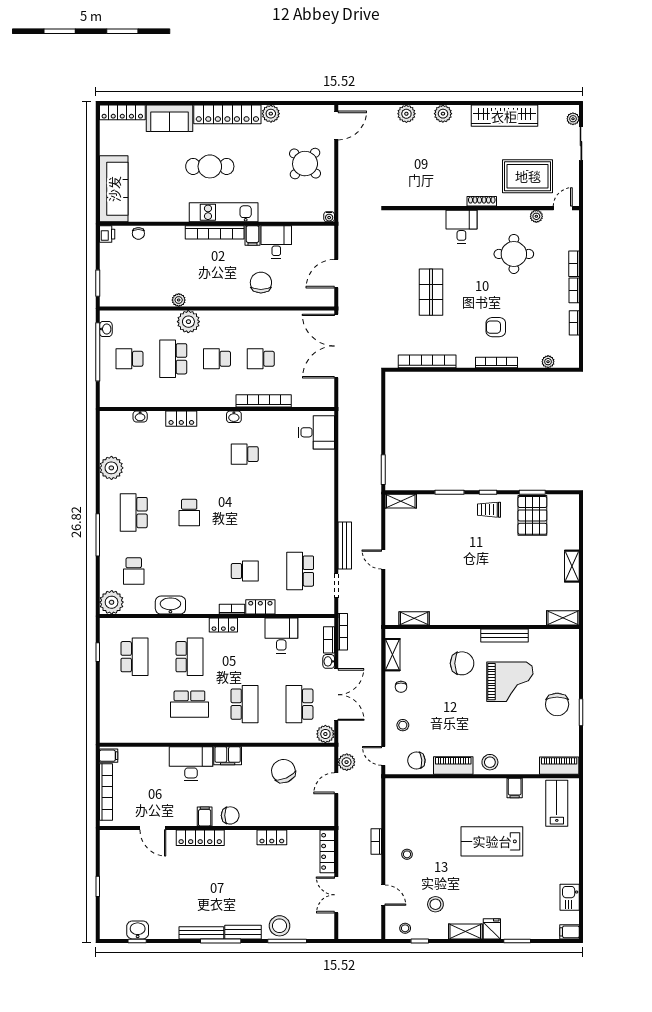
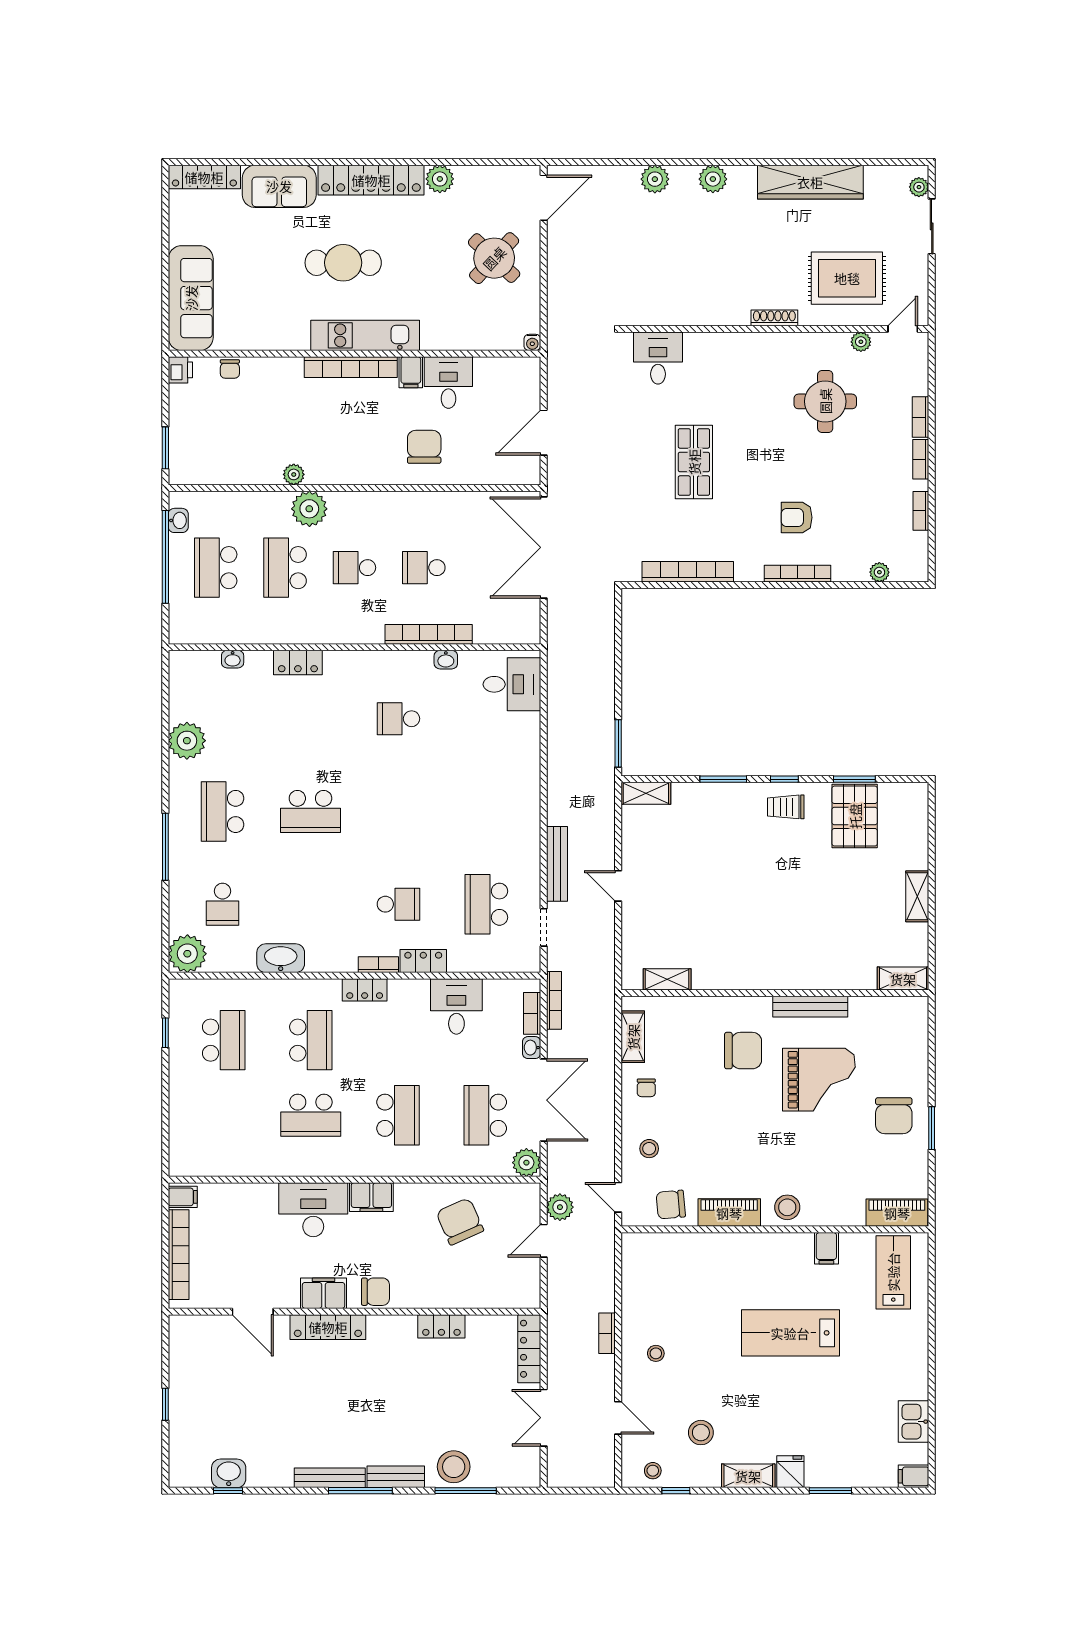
desk: (461, 227) -> (658, 358), moved
school desk: (129, 359) -> (216, 568), width x1.85
washbasin: (234, 417) -> (446, 660), moved
school desk: (189, 513) -> (310, 811), width x1.85
filing cabinet: (205, 816) -> (324, 1293), width x2.00

